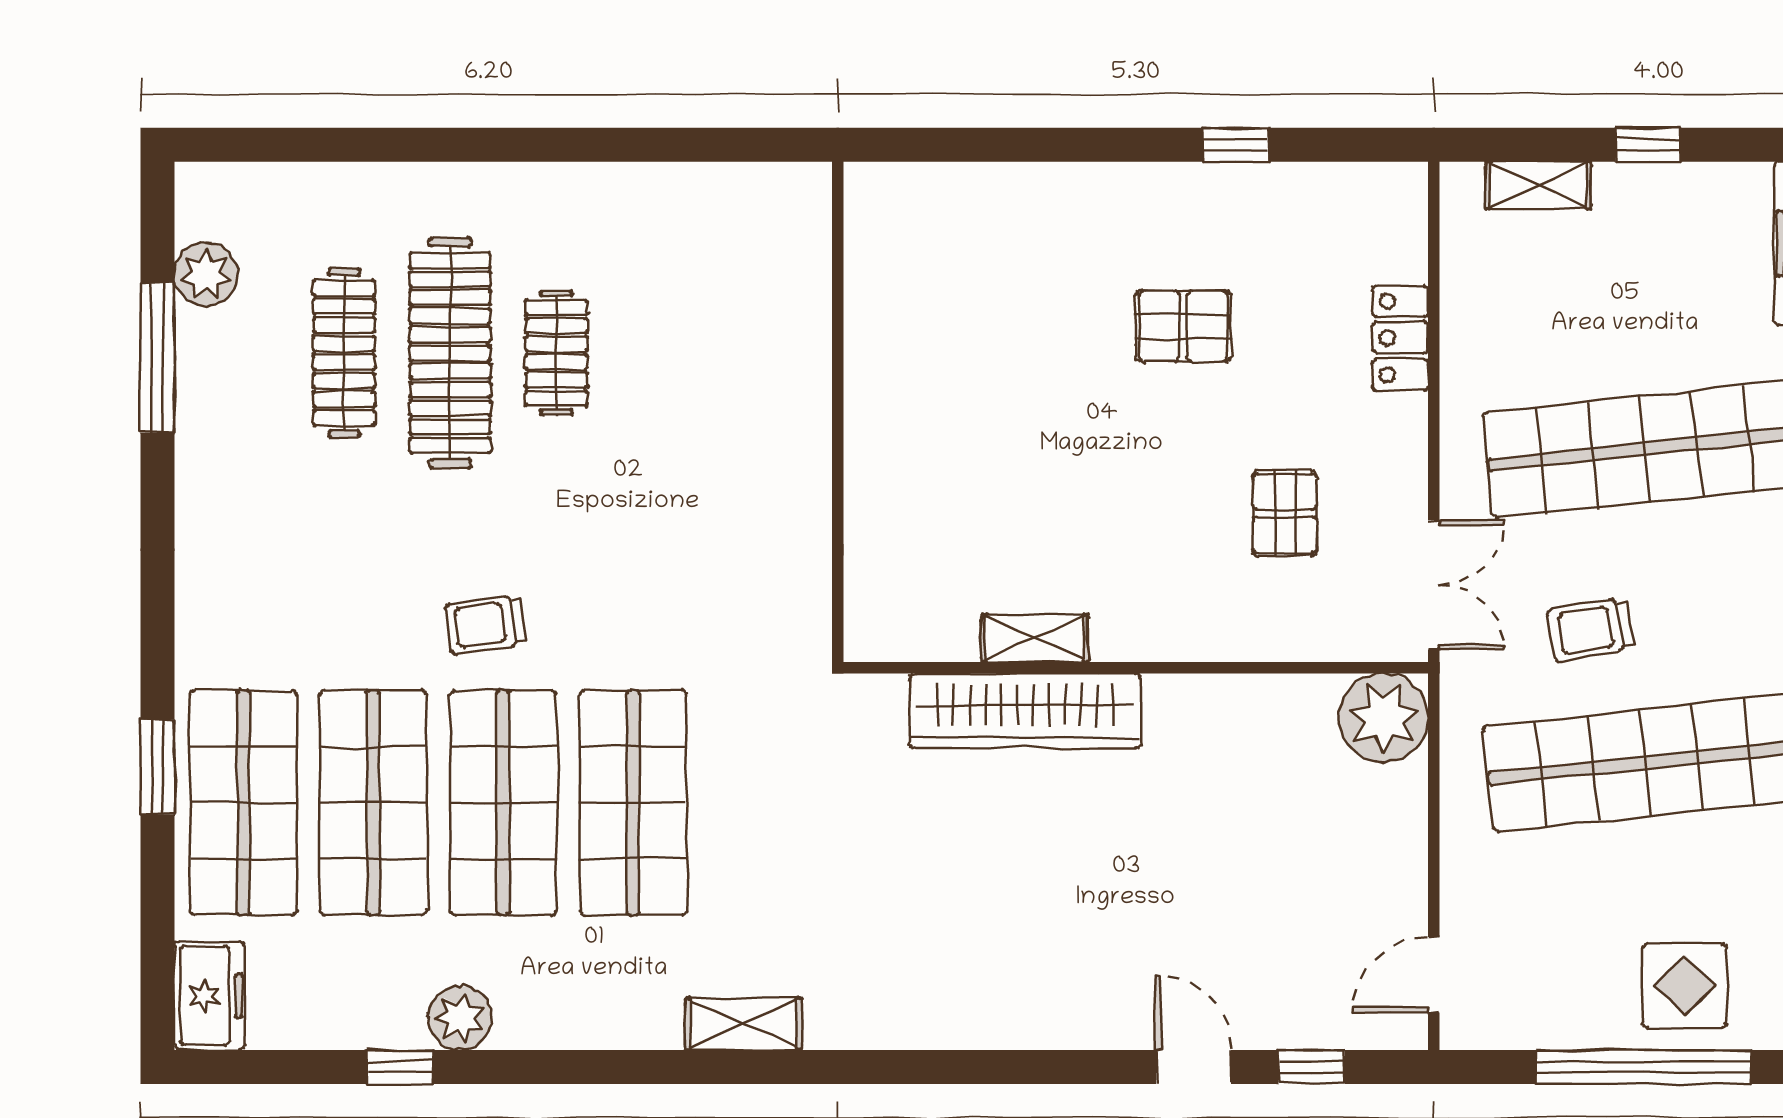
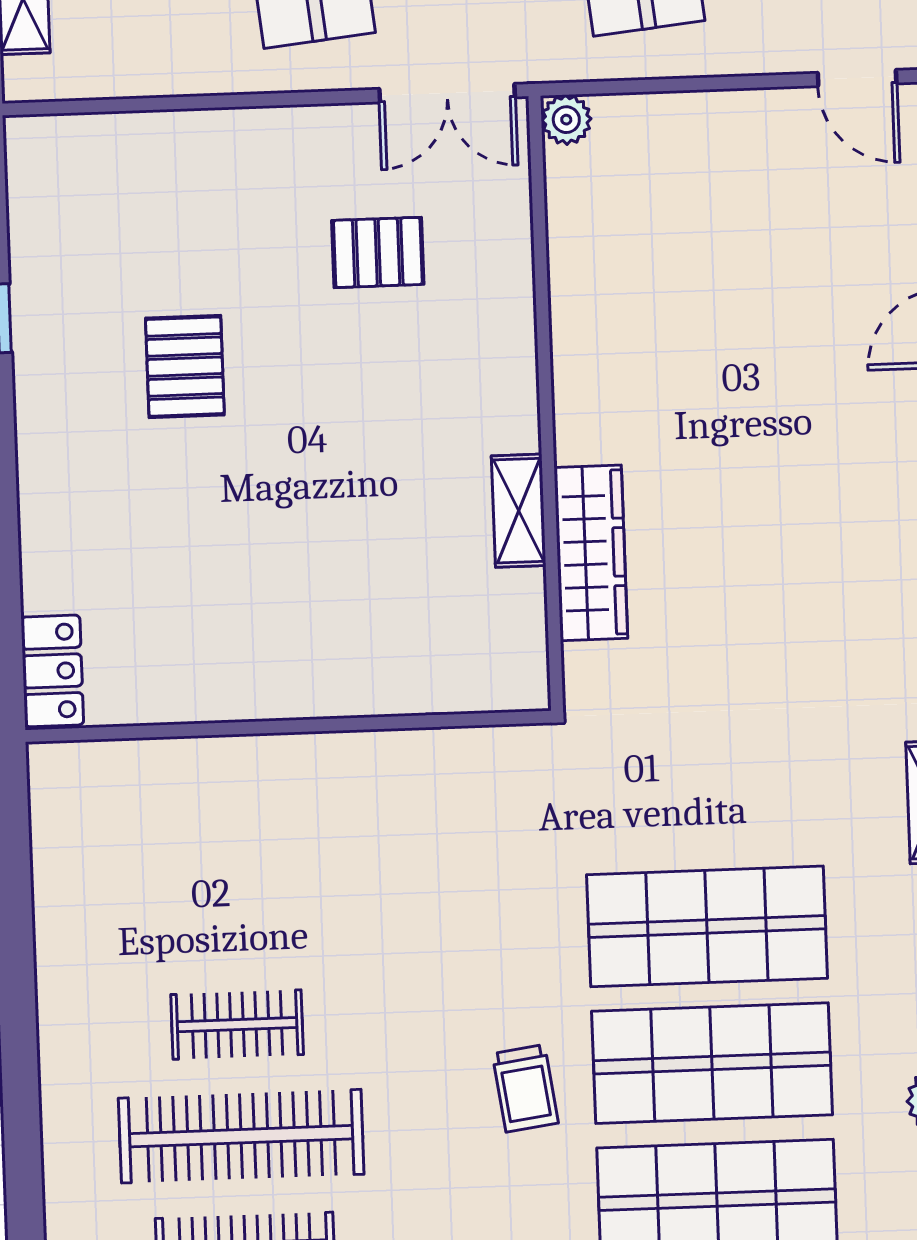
locker: (1400, 338) -> (52, 671), moved, turned -90
double door: (1434, 585) -> (447, 93), swing flipped
wardrobe: (1025, 711) -> (591, 553), width x0.71, depth x0.85
plant: (1384, 718) -> (566, 120), width x0.53, depth x0.53

